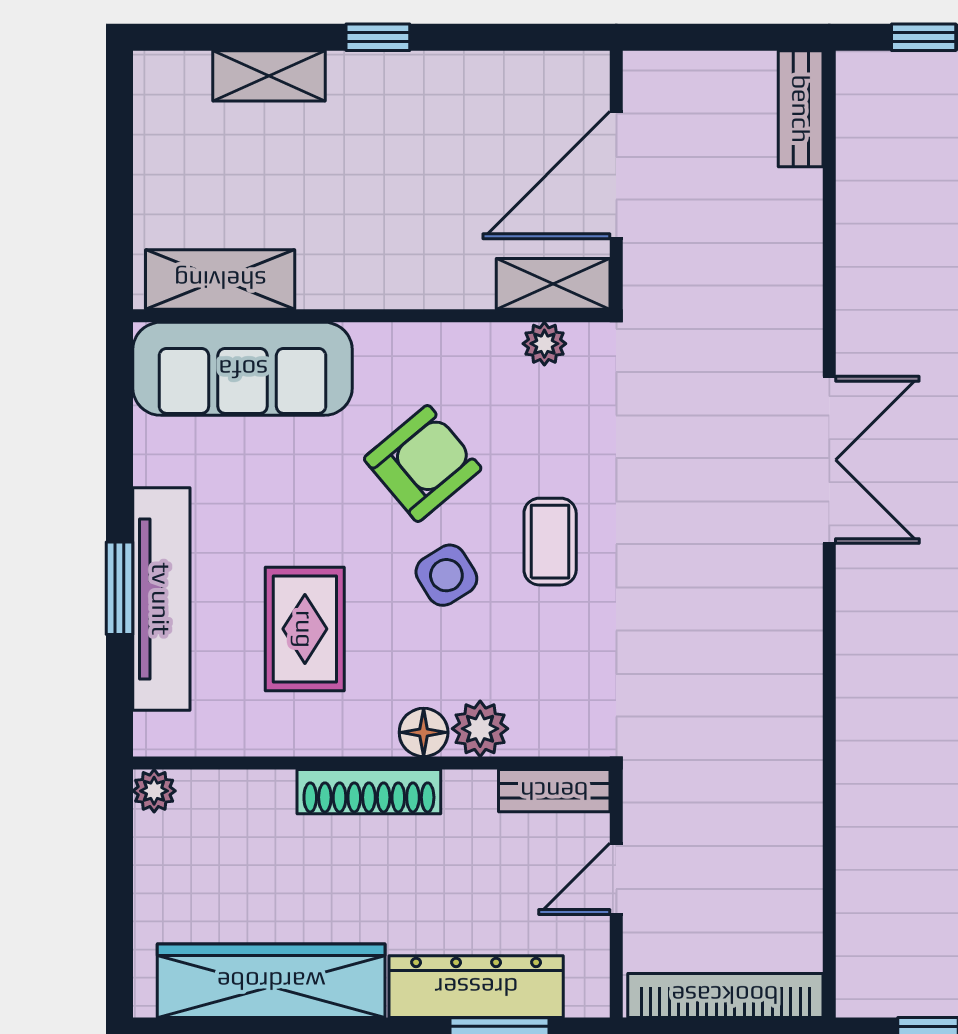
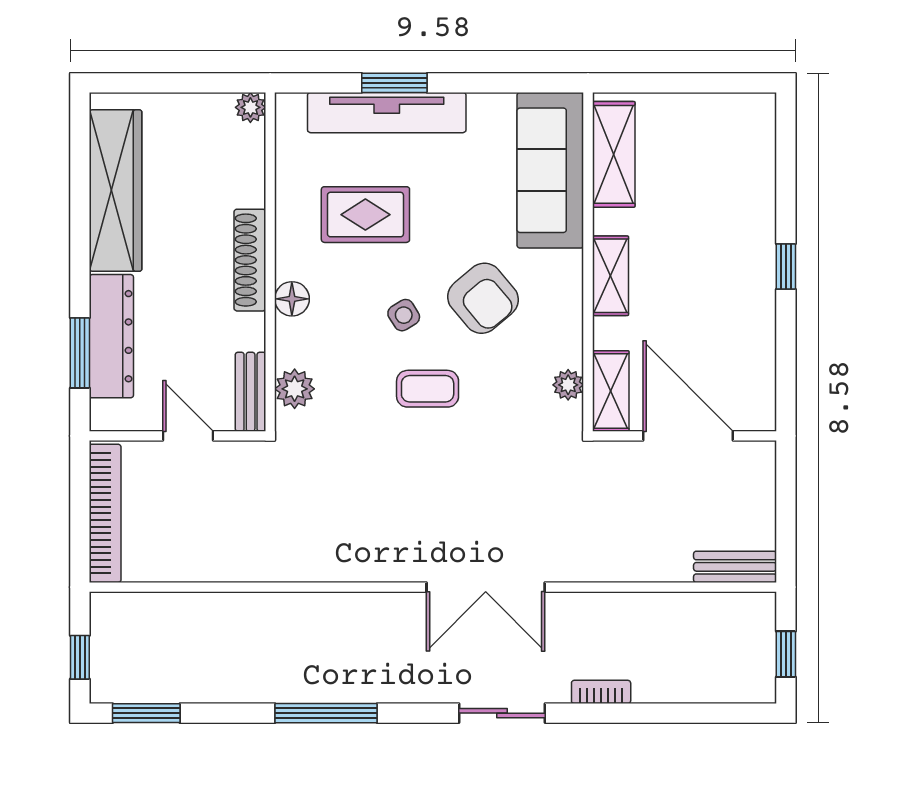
shelving: (269, 76) -> (610, 276), moved
side table: (446, 575) -> (404, 315), width x0.73, depth x0.73
plant: (480, 729) -> (295, 389), moved

